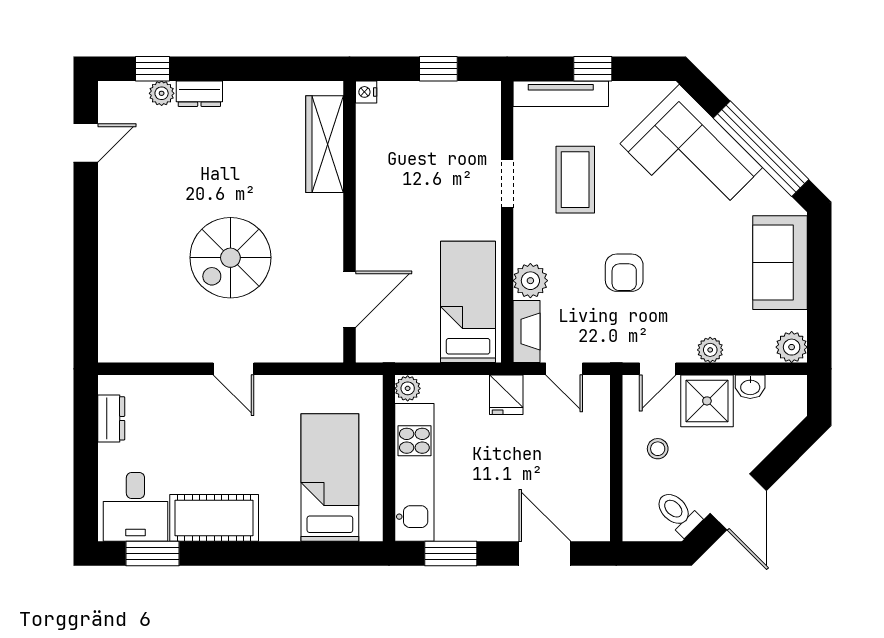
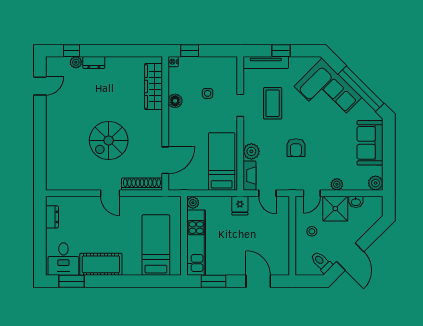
window: (438, 69) -> (190, 51), moved
side table: (438, 159) -> (208, 93), added
floor lamp: (370, 174) -> (175, 101), added
shoe rack: (301, 349) -> (142, 184), added

